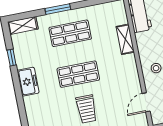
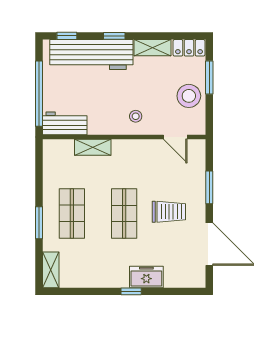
window: (12, 58) -> (131, 291), moved
freezer: (28, 82) -> (146, 277), moved

